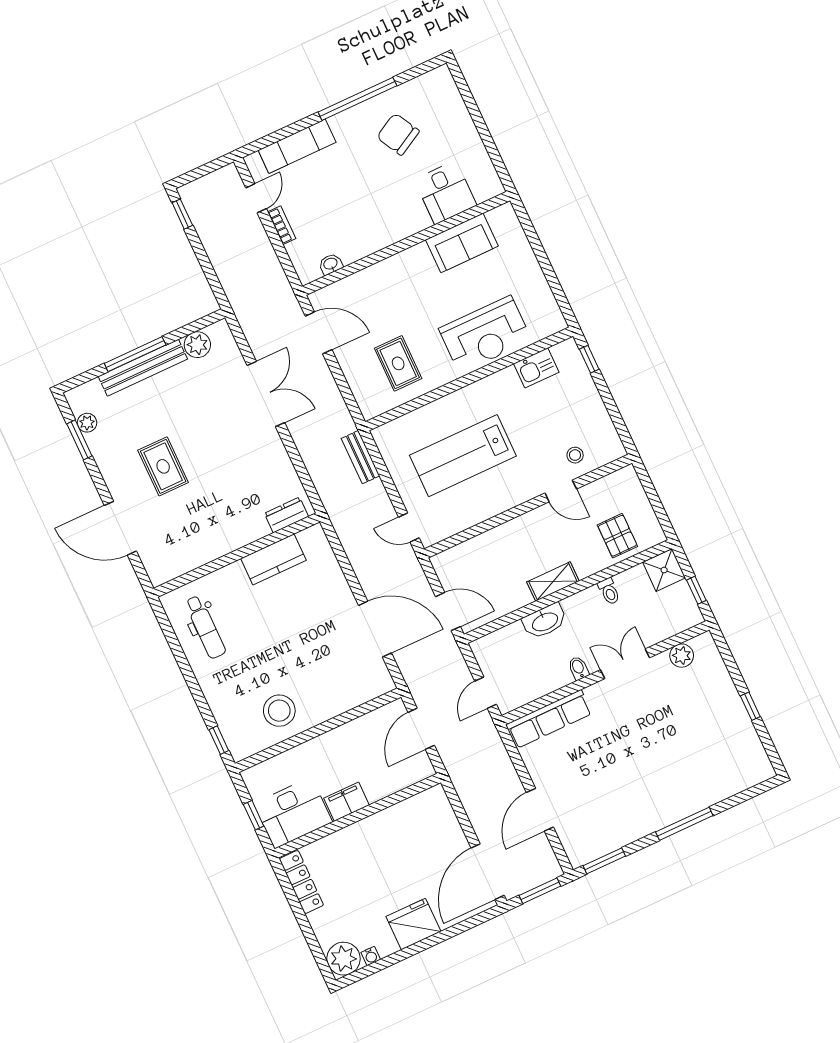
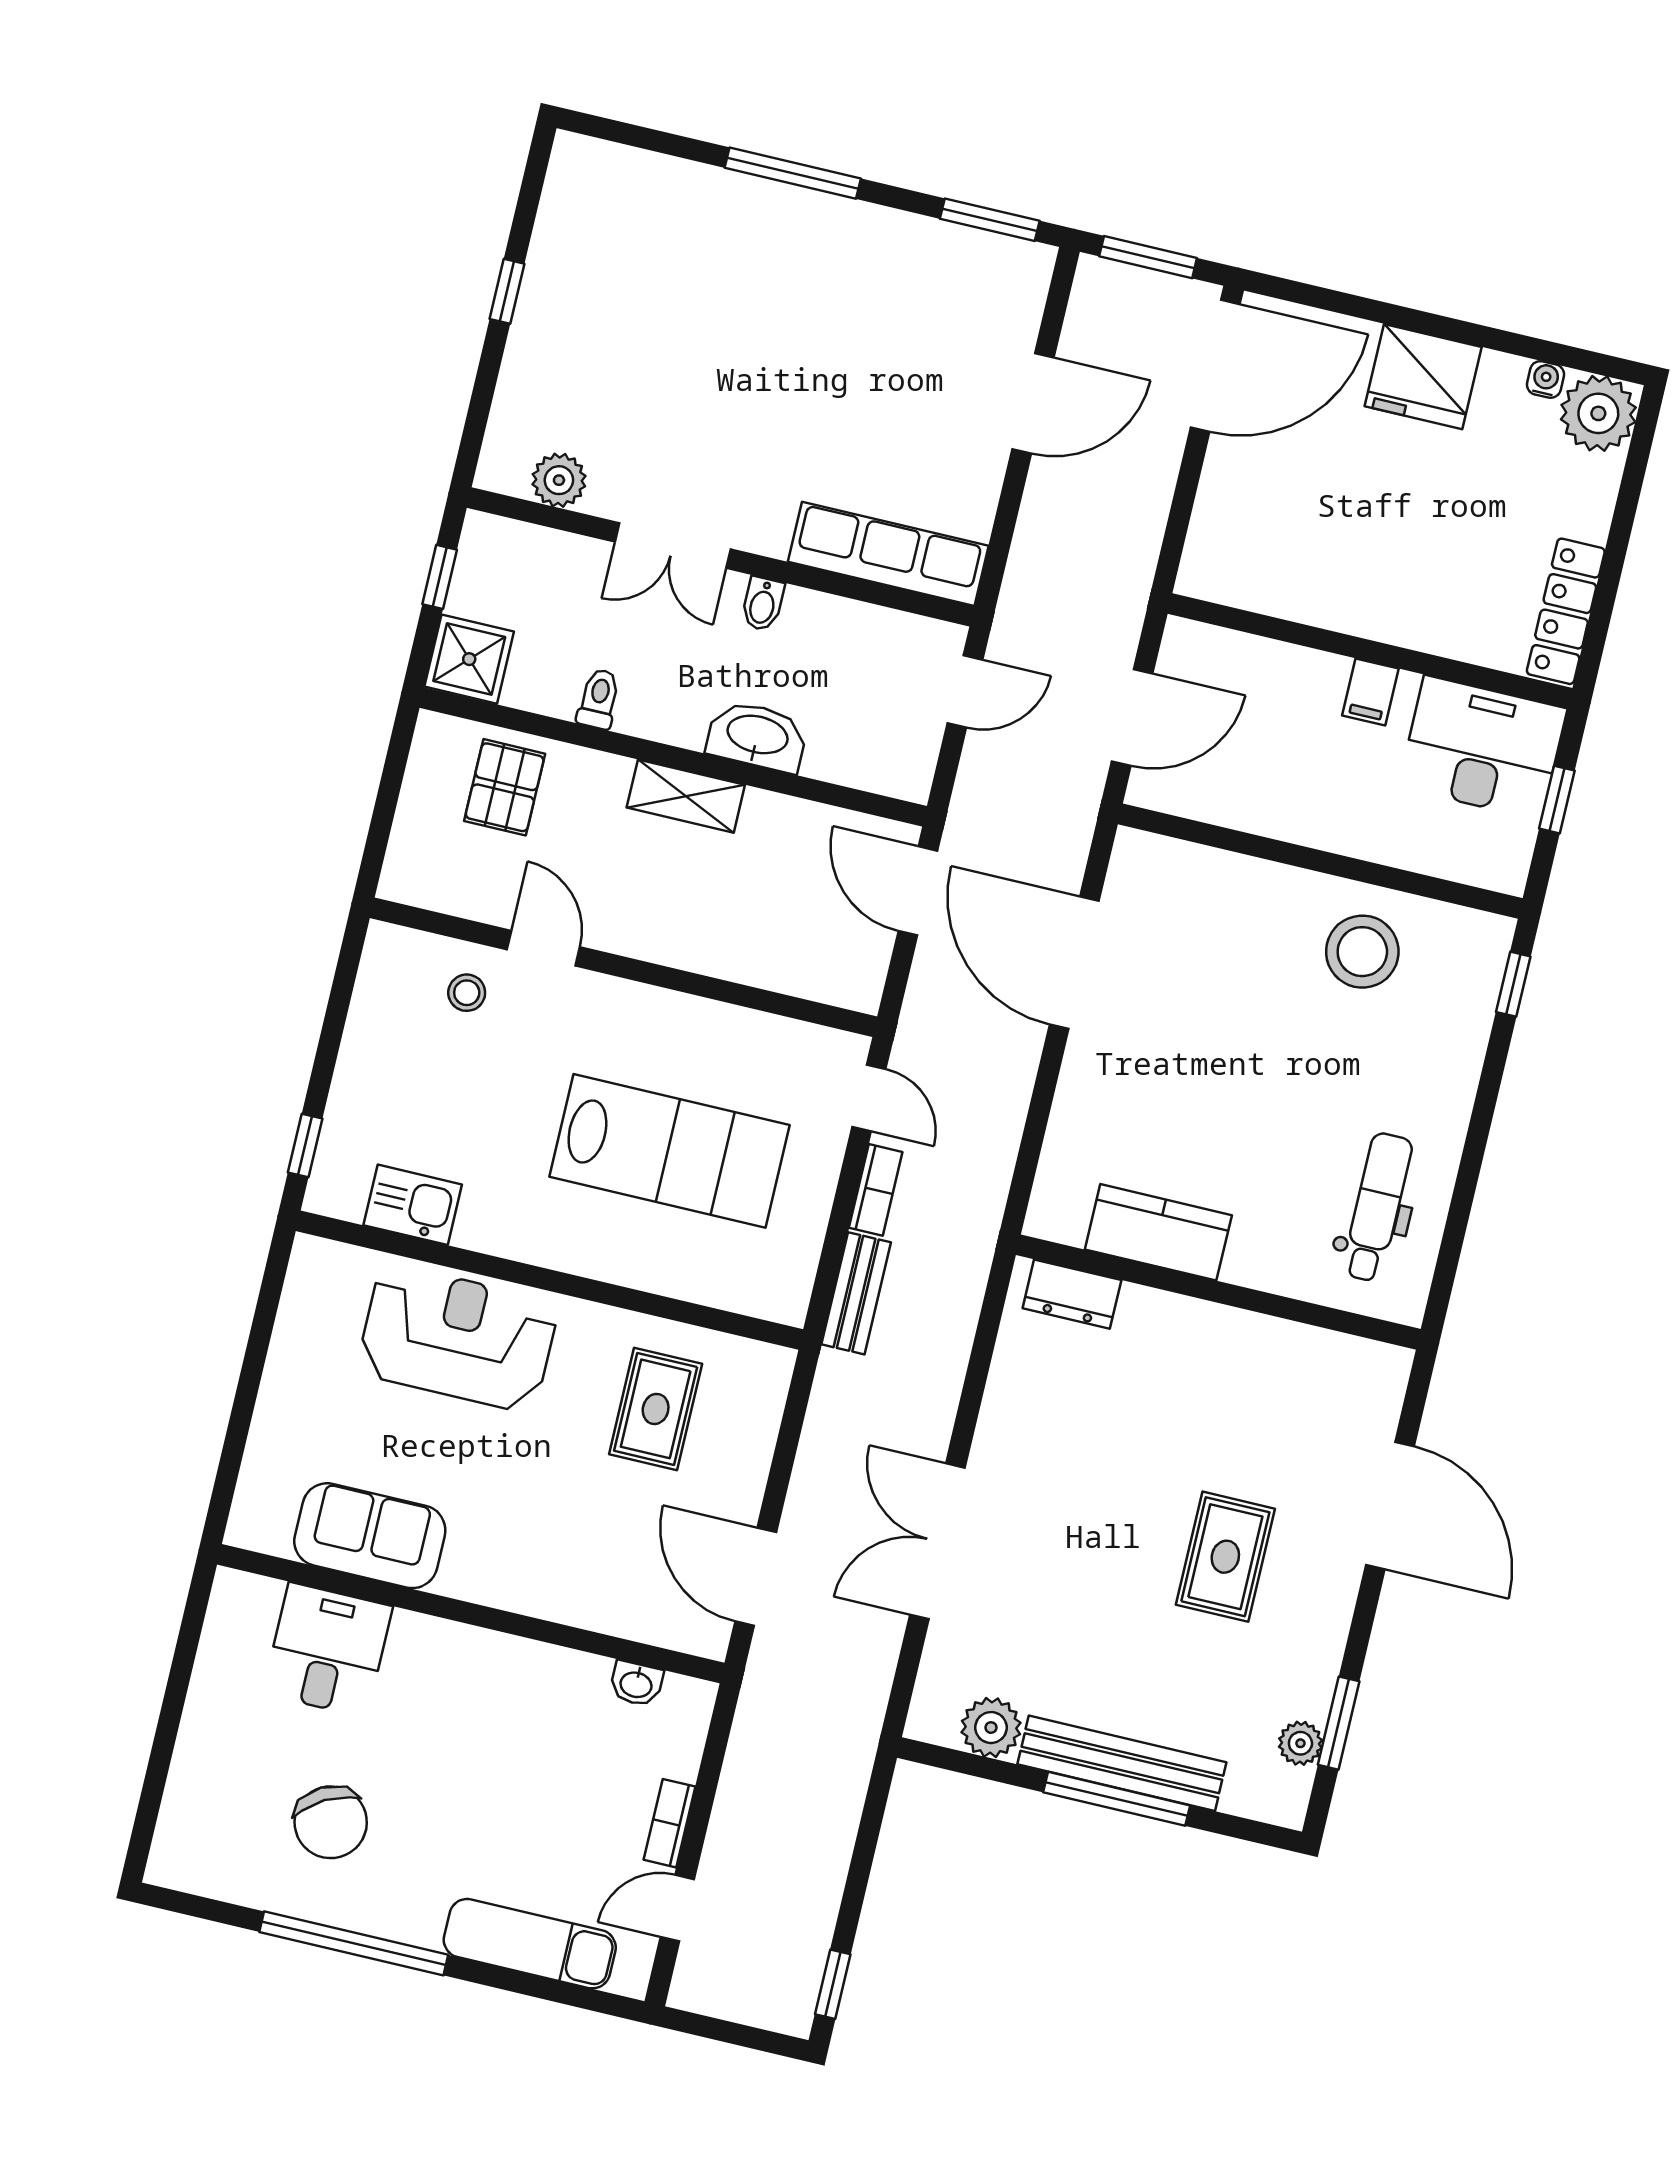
bookcase: (382, 498) -> (876, 1190), added
filing cabinet: (347, 802) -> (1370, 692), width x0.50

